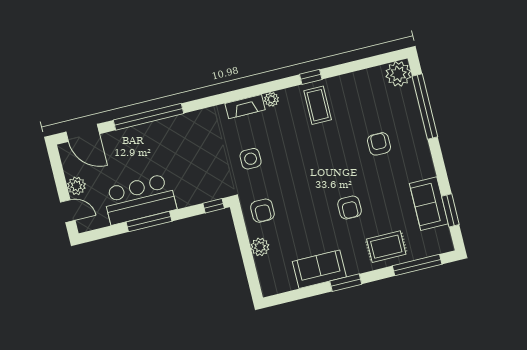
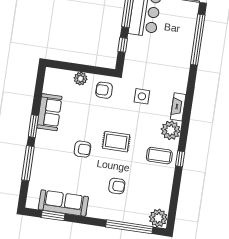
plant: (272, 99) -> (171, 130), width x1.87, depth x1.87
sofa: (429, 204) -> (63, 203), width x1.36
window: (214, 206) -> (123, 45), moved
armchair: (350, 207) -> (82, 149), turned 180
rug: (386, 247) -> (116, 142), moved, turned 90
window: (417, 265) -> (28, 163), moved

